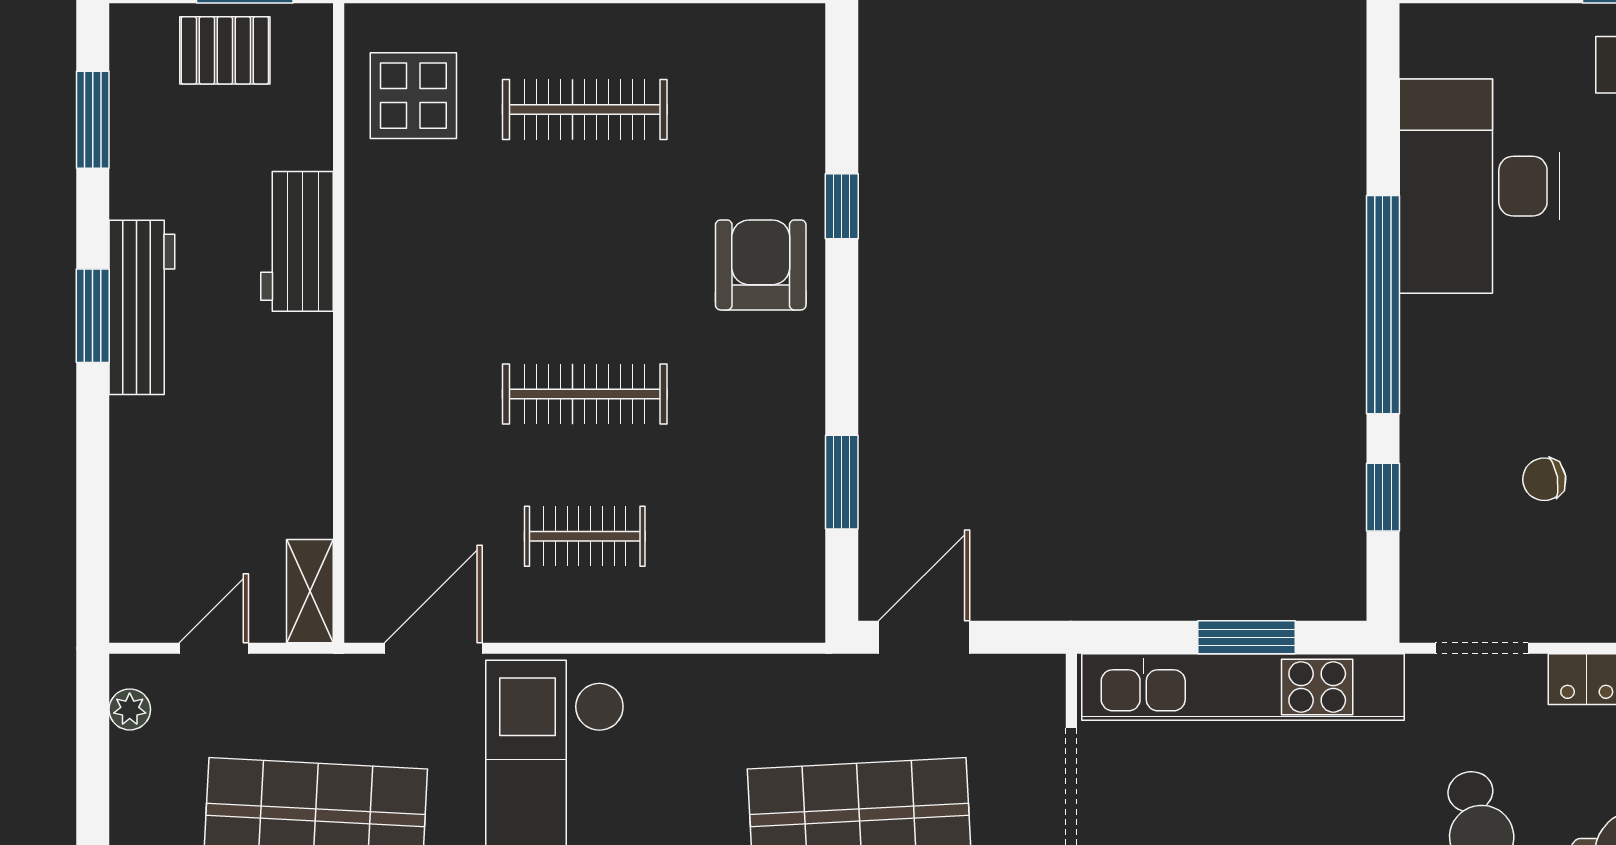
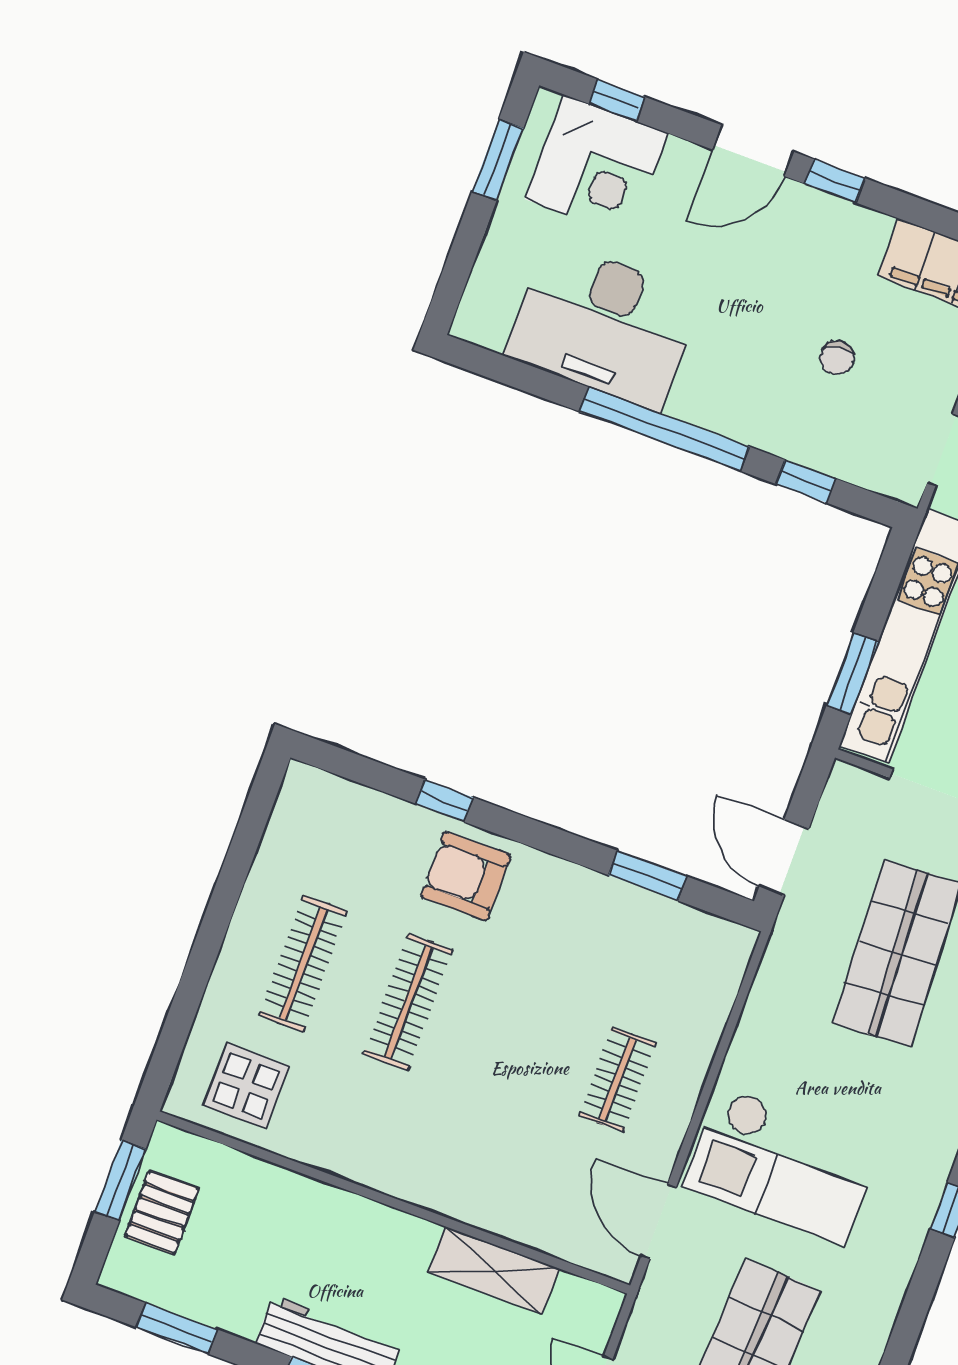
workbench: (297, 241) -> (322, 1211), removed
clothes rail: (585, 394) -> (408, 1002), moved
shelving: (310, 591) -> (493, 1270), moved, width x1.50, depth x1.33
window: (1247, 637) -> (852, 674), moved

